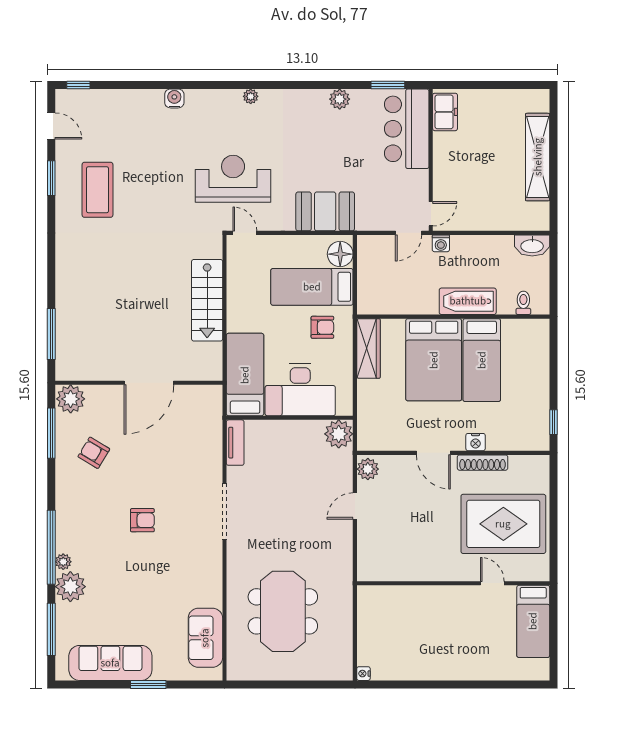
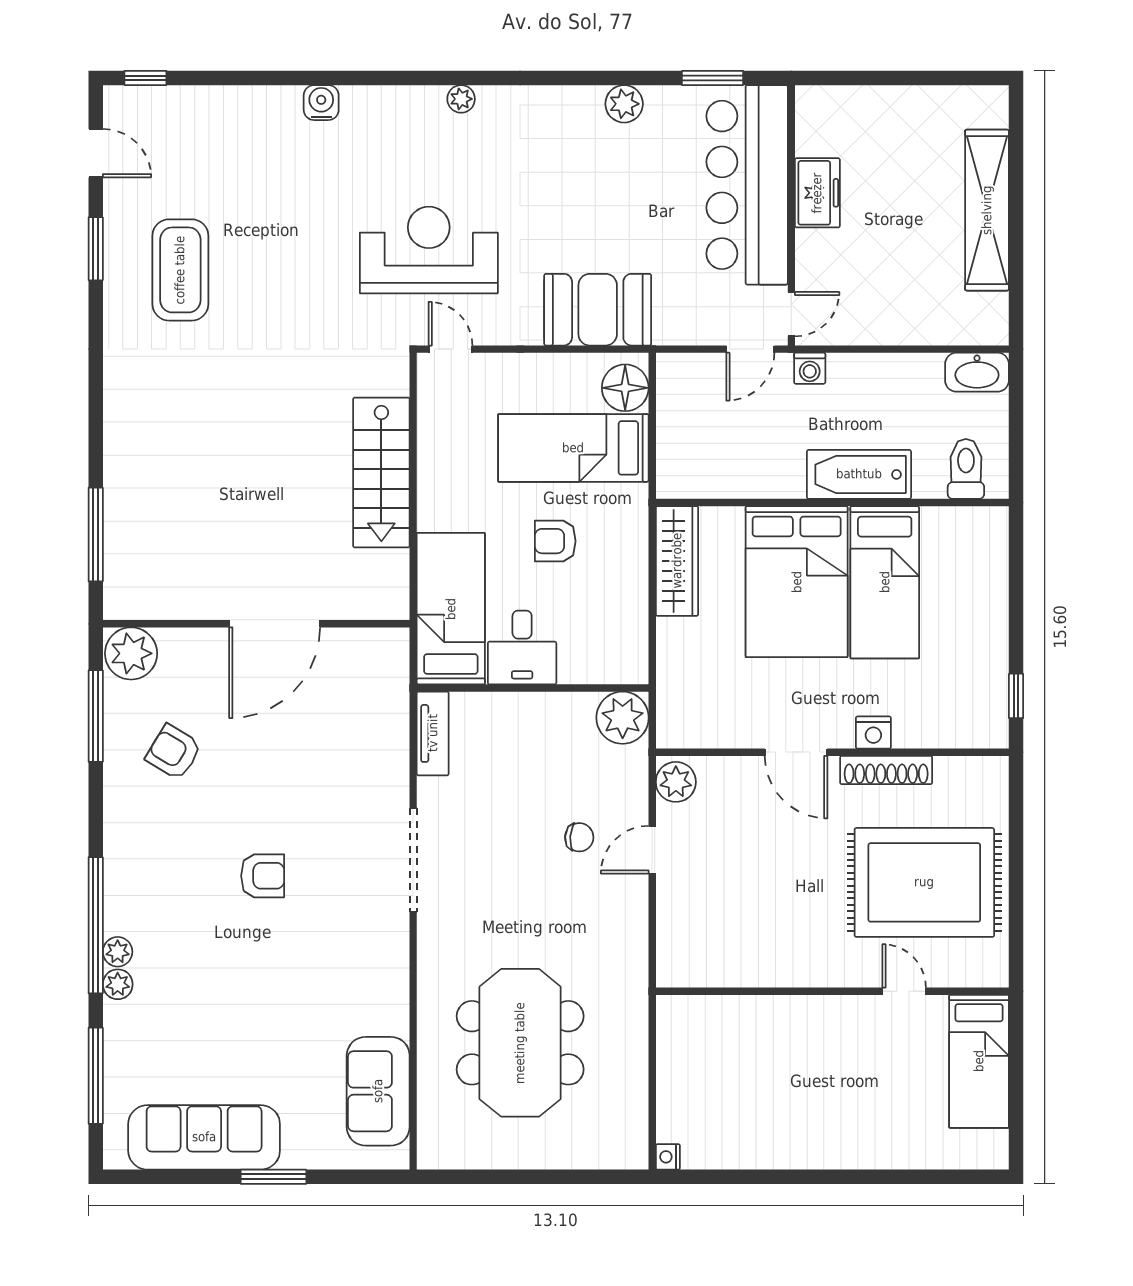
freezer: (445, 112) -> (817, 193), moved
bar counter: (407, 129) -> (747, 185), width x1.36
toilet: (523, 303) -> (966, 469), width x1.37, depth x1.39
armchair: (322, 327) -> (555, 541), moved, turned 180
desk: (300, 390) -> (522, 647), width x0.53, depth x0.77
chair: (315, 499) -> (579, 837), added
plant: (70, 587) -> (118, 984), width x0.53, depth x0.53

